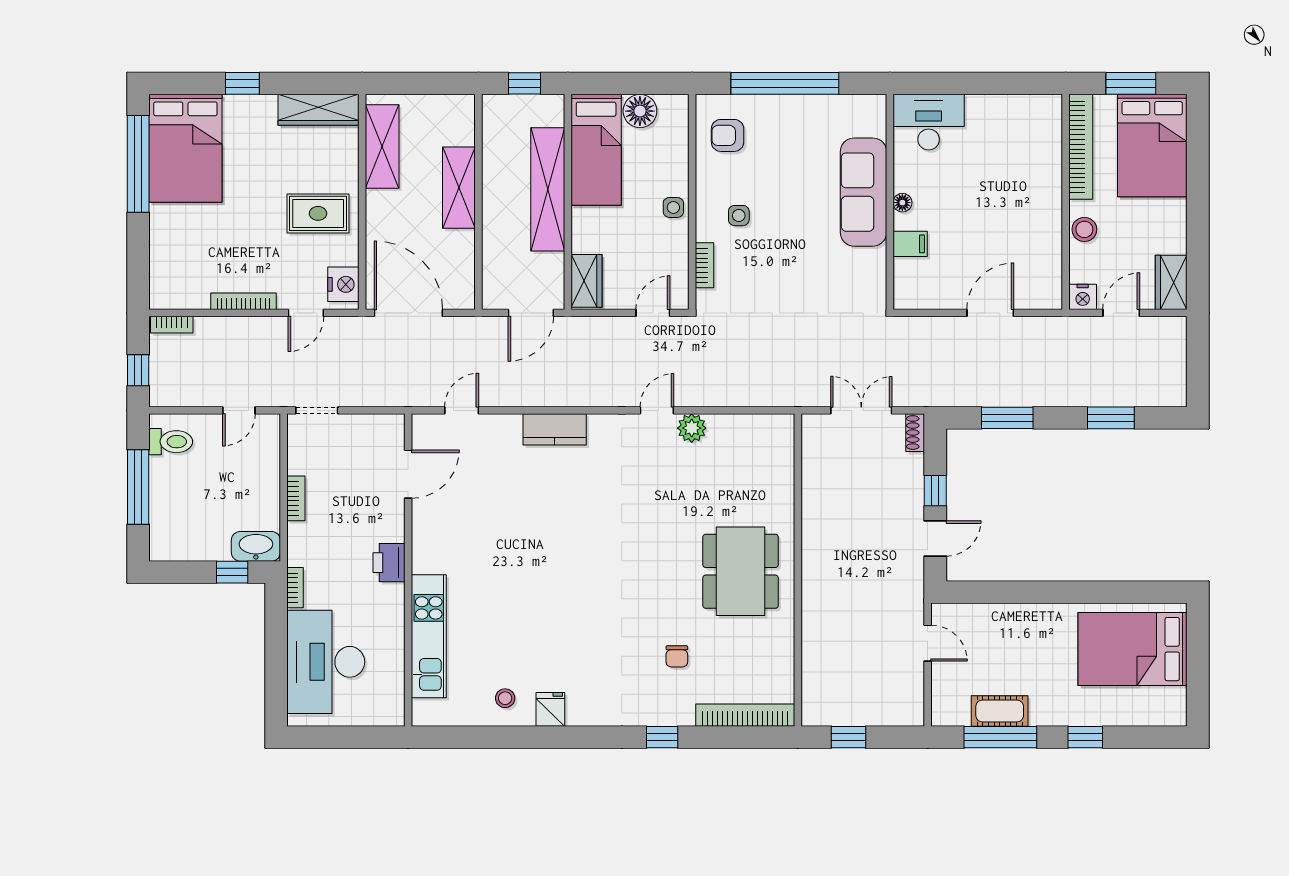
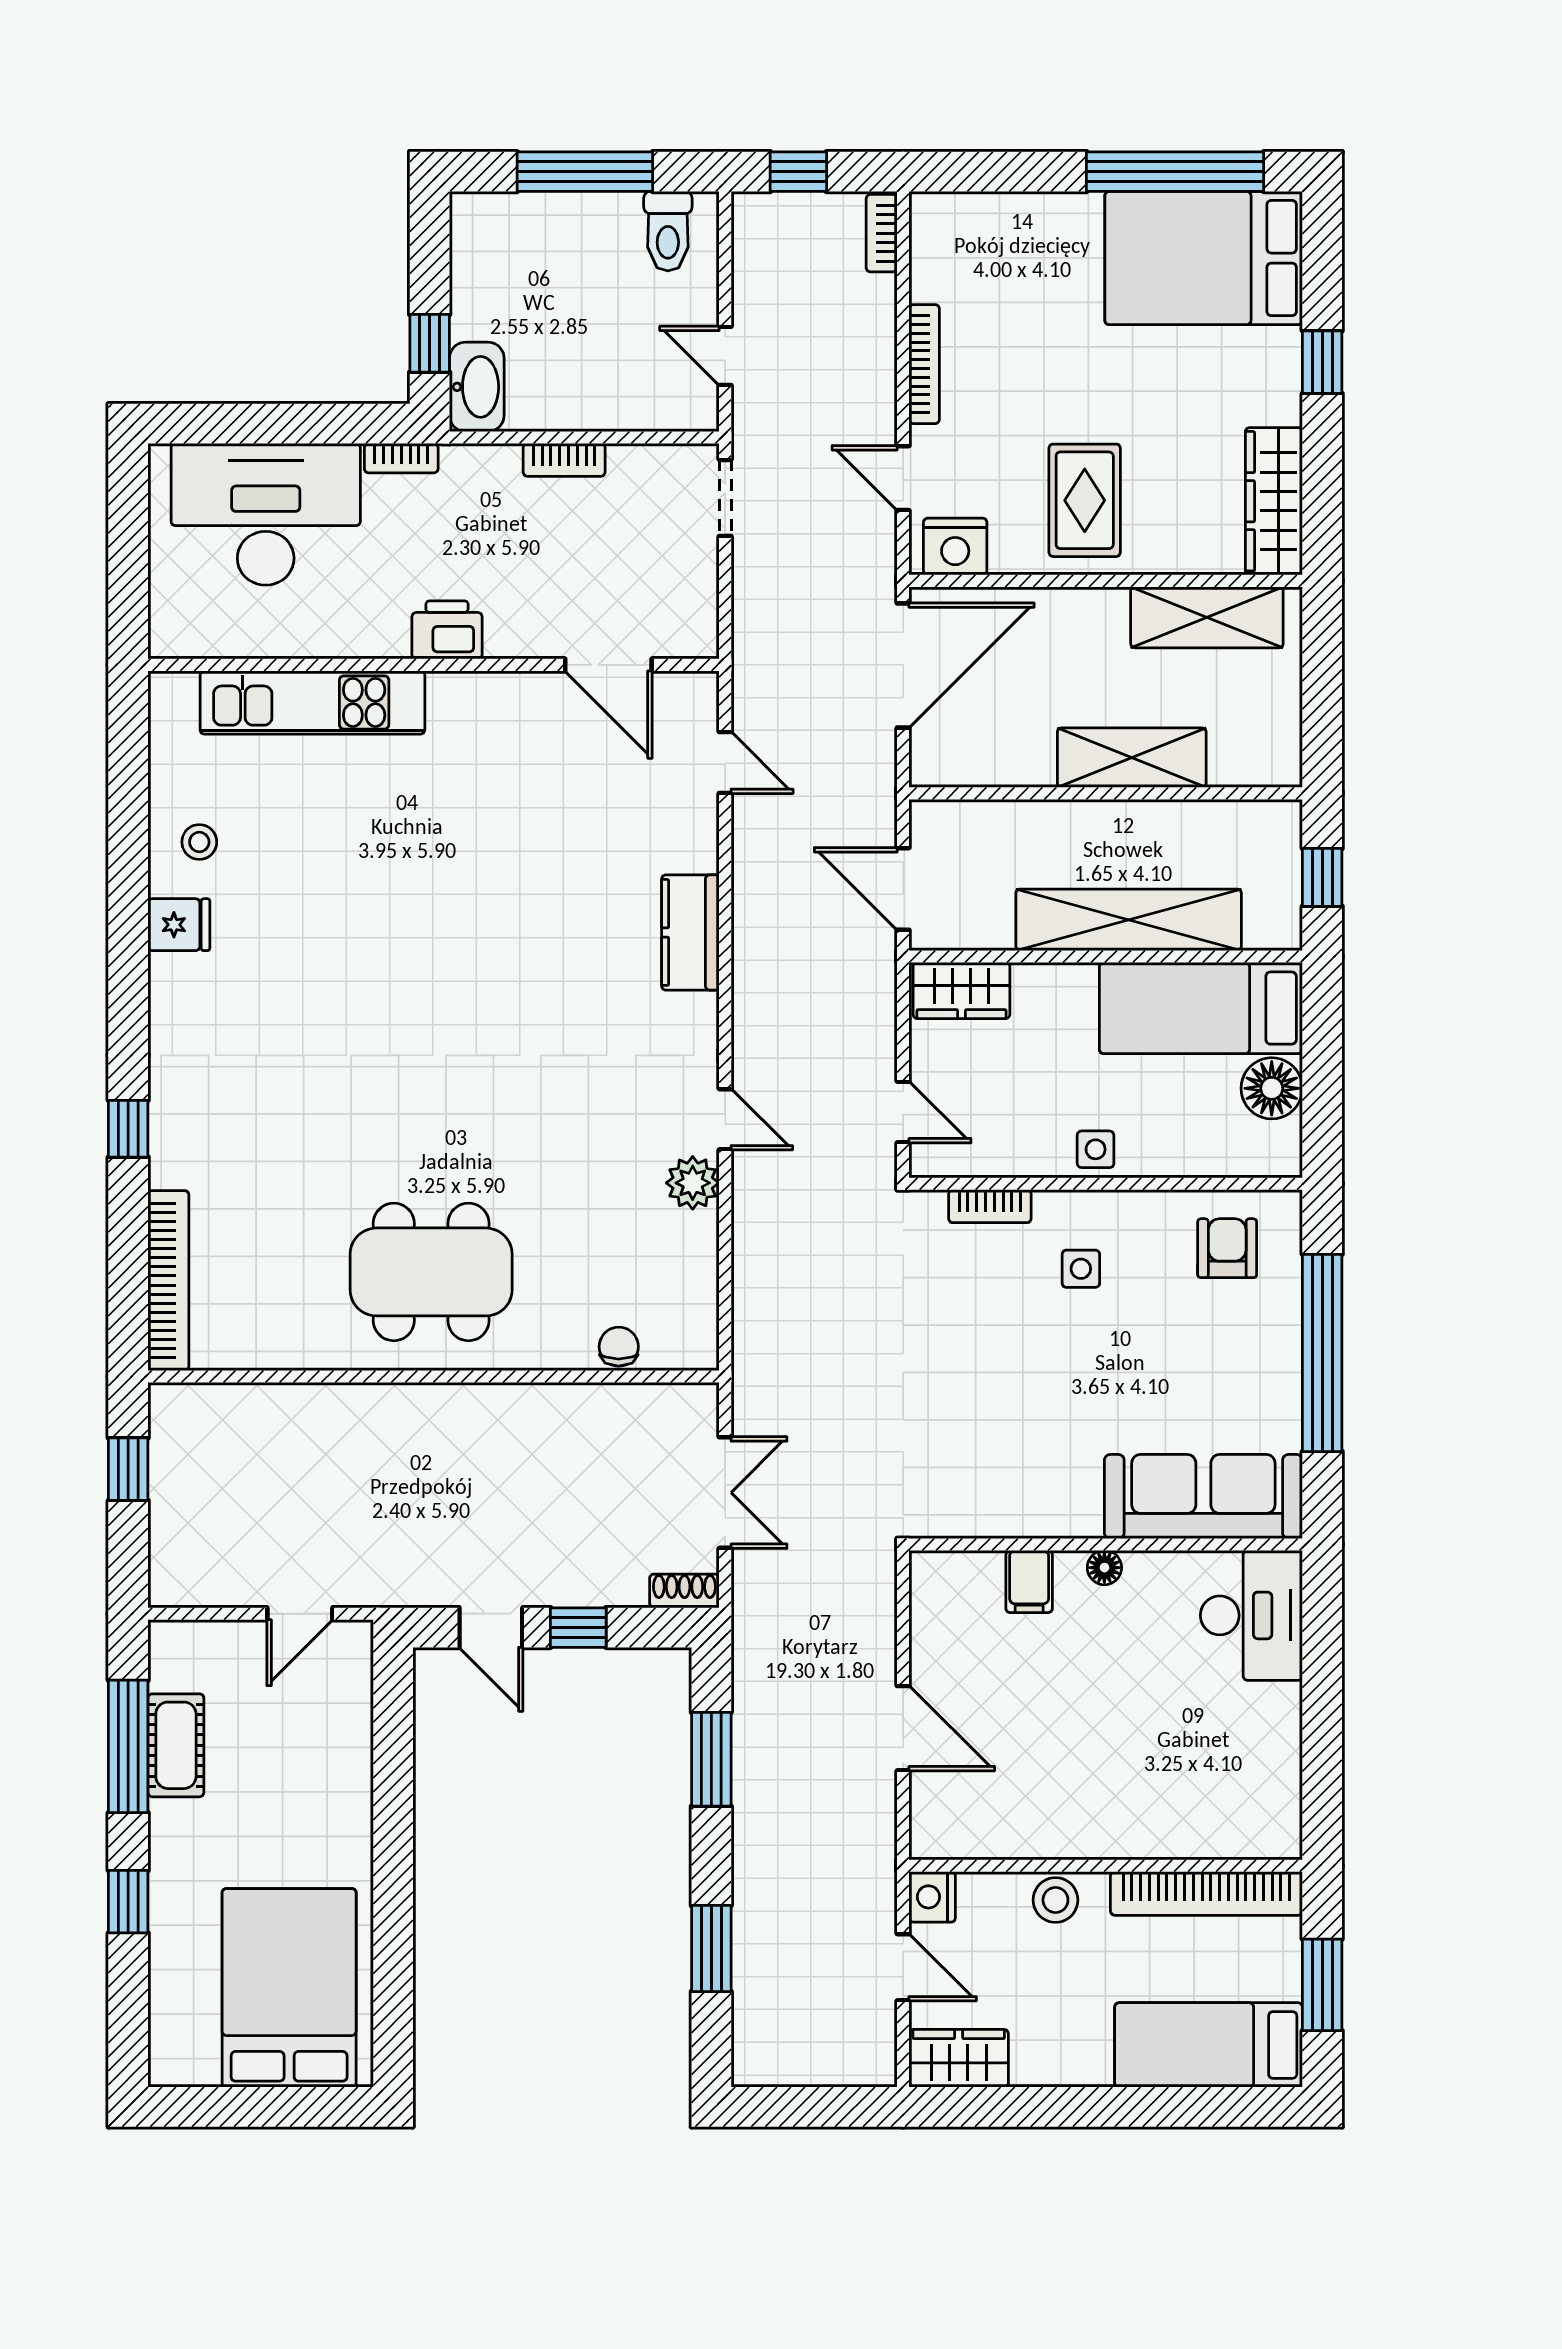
bed: (1152, 146) -> (1209, 2045), width x0.67
sofa: (863, 192) -> (1203, 1497), moved
chair: (677, 656) -> (619, 1347), moved, turned 90

